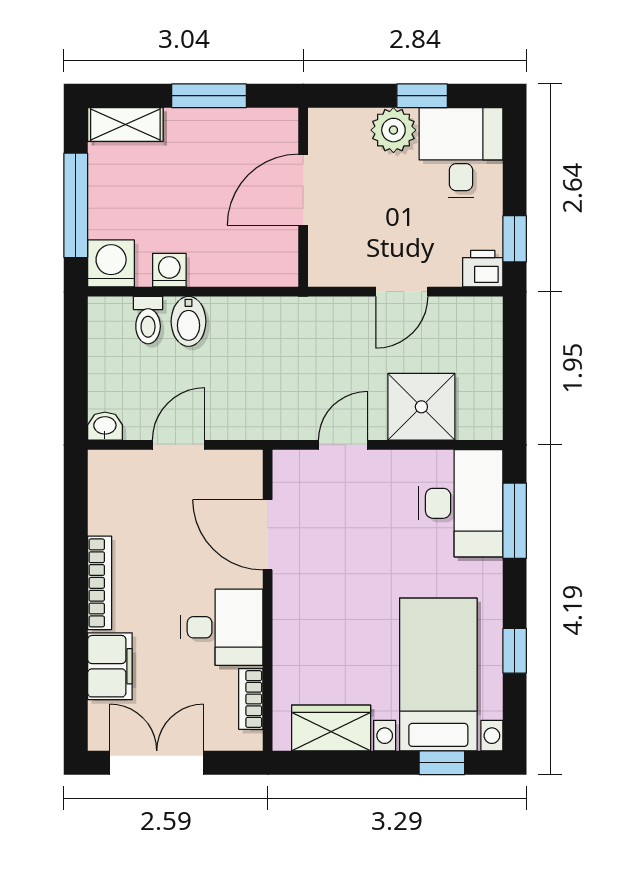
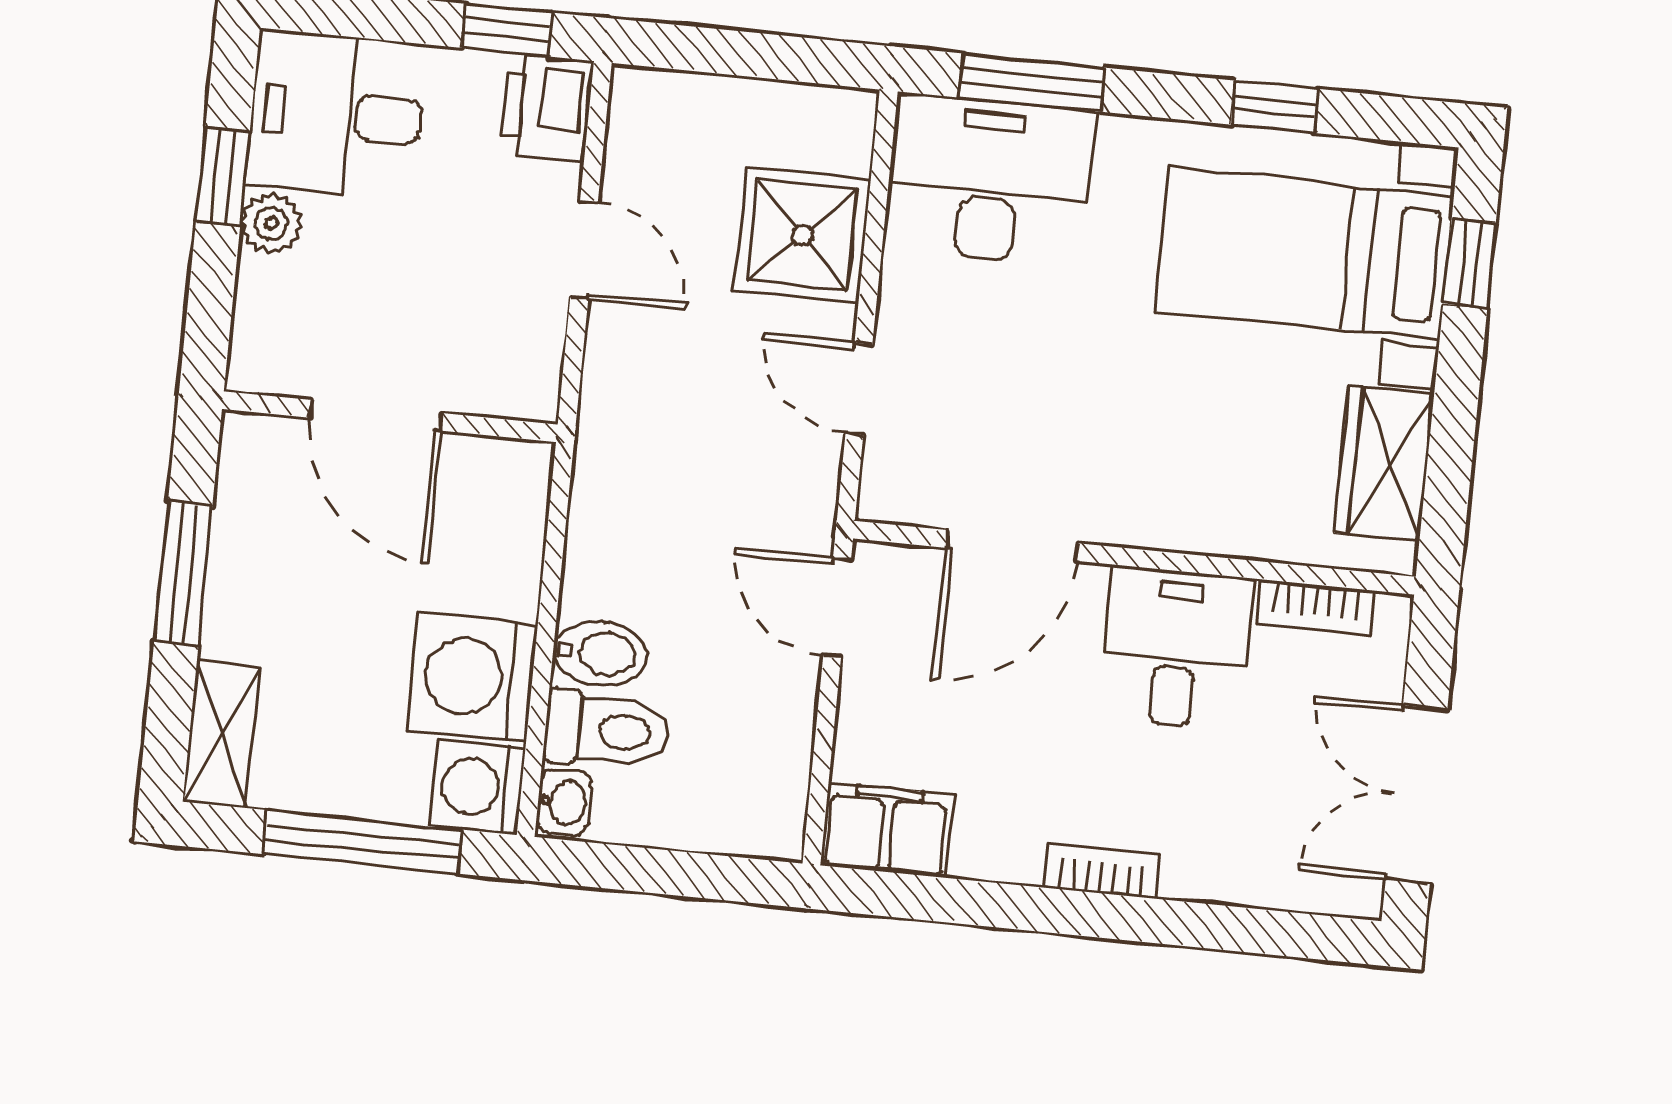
plant: (393, 130) -> (271, 223), width x0.73, depth x0.73
printer: (483, 269) -> (547, 108), width x1.36, depth x1.24
washing machine: (169, 270) -> (473, 677), width x1.89, depth x1.89
toilet: (148, 320) -> (607, 730), width x1.37, depth x1.39
washbasin: (105, 426) -> (564, 802), moved, turned 180
door: (179, 445) -> (837, 608), moved
bookcase: (100, 583) -> (1102, 871), width x0.64
filing cabinet: (110, 666) -> (887, 830), moved

